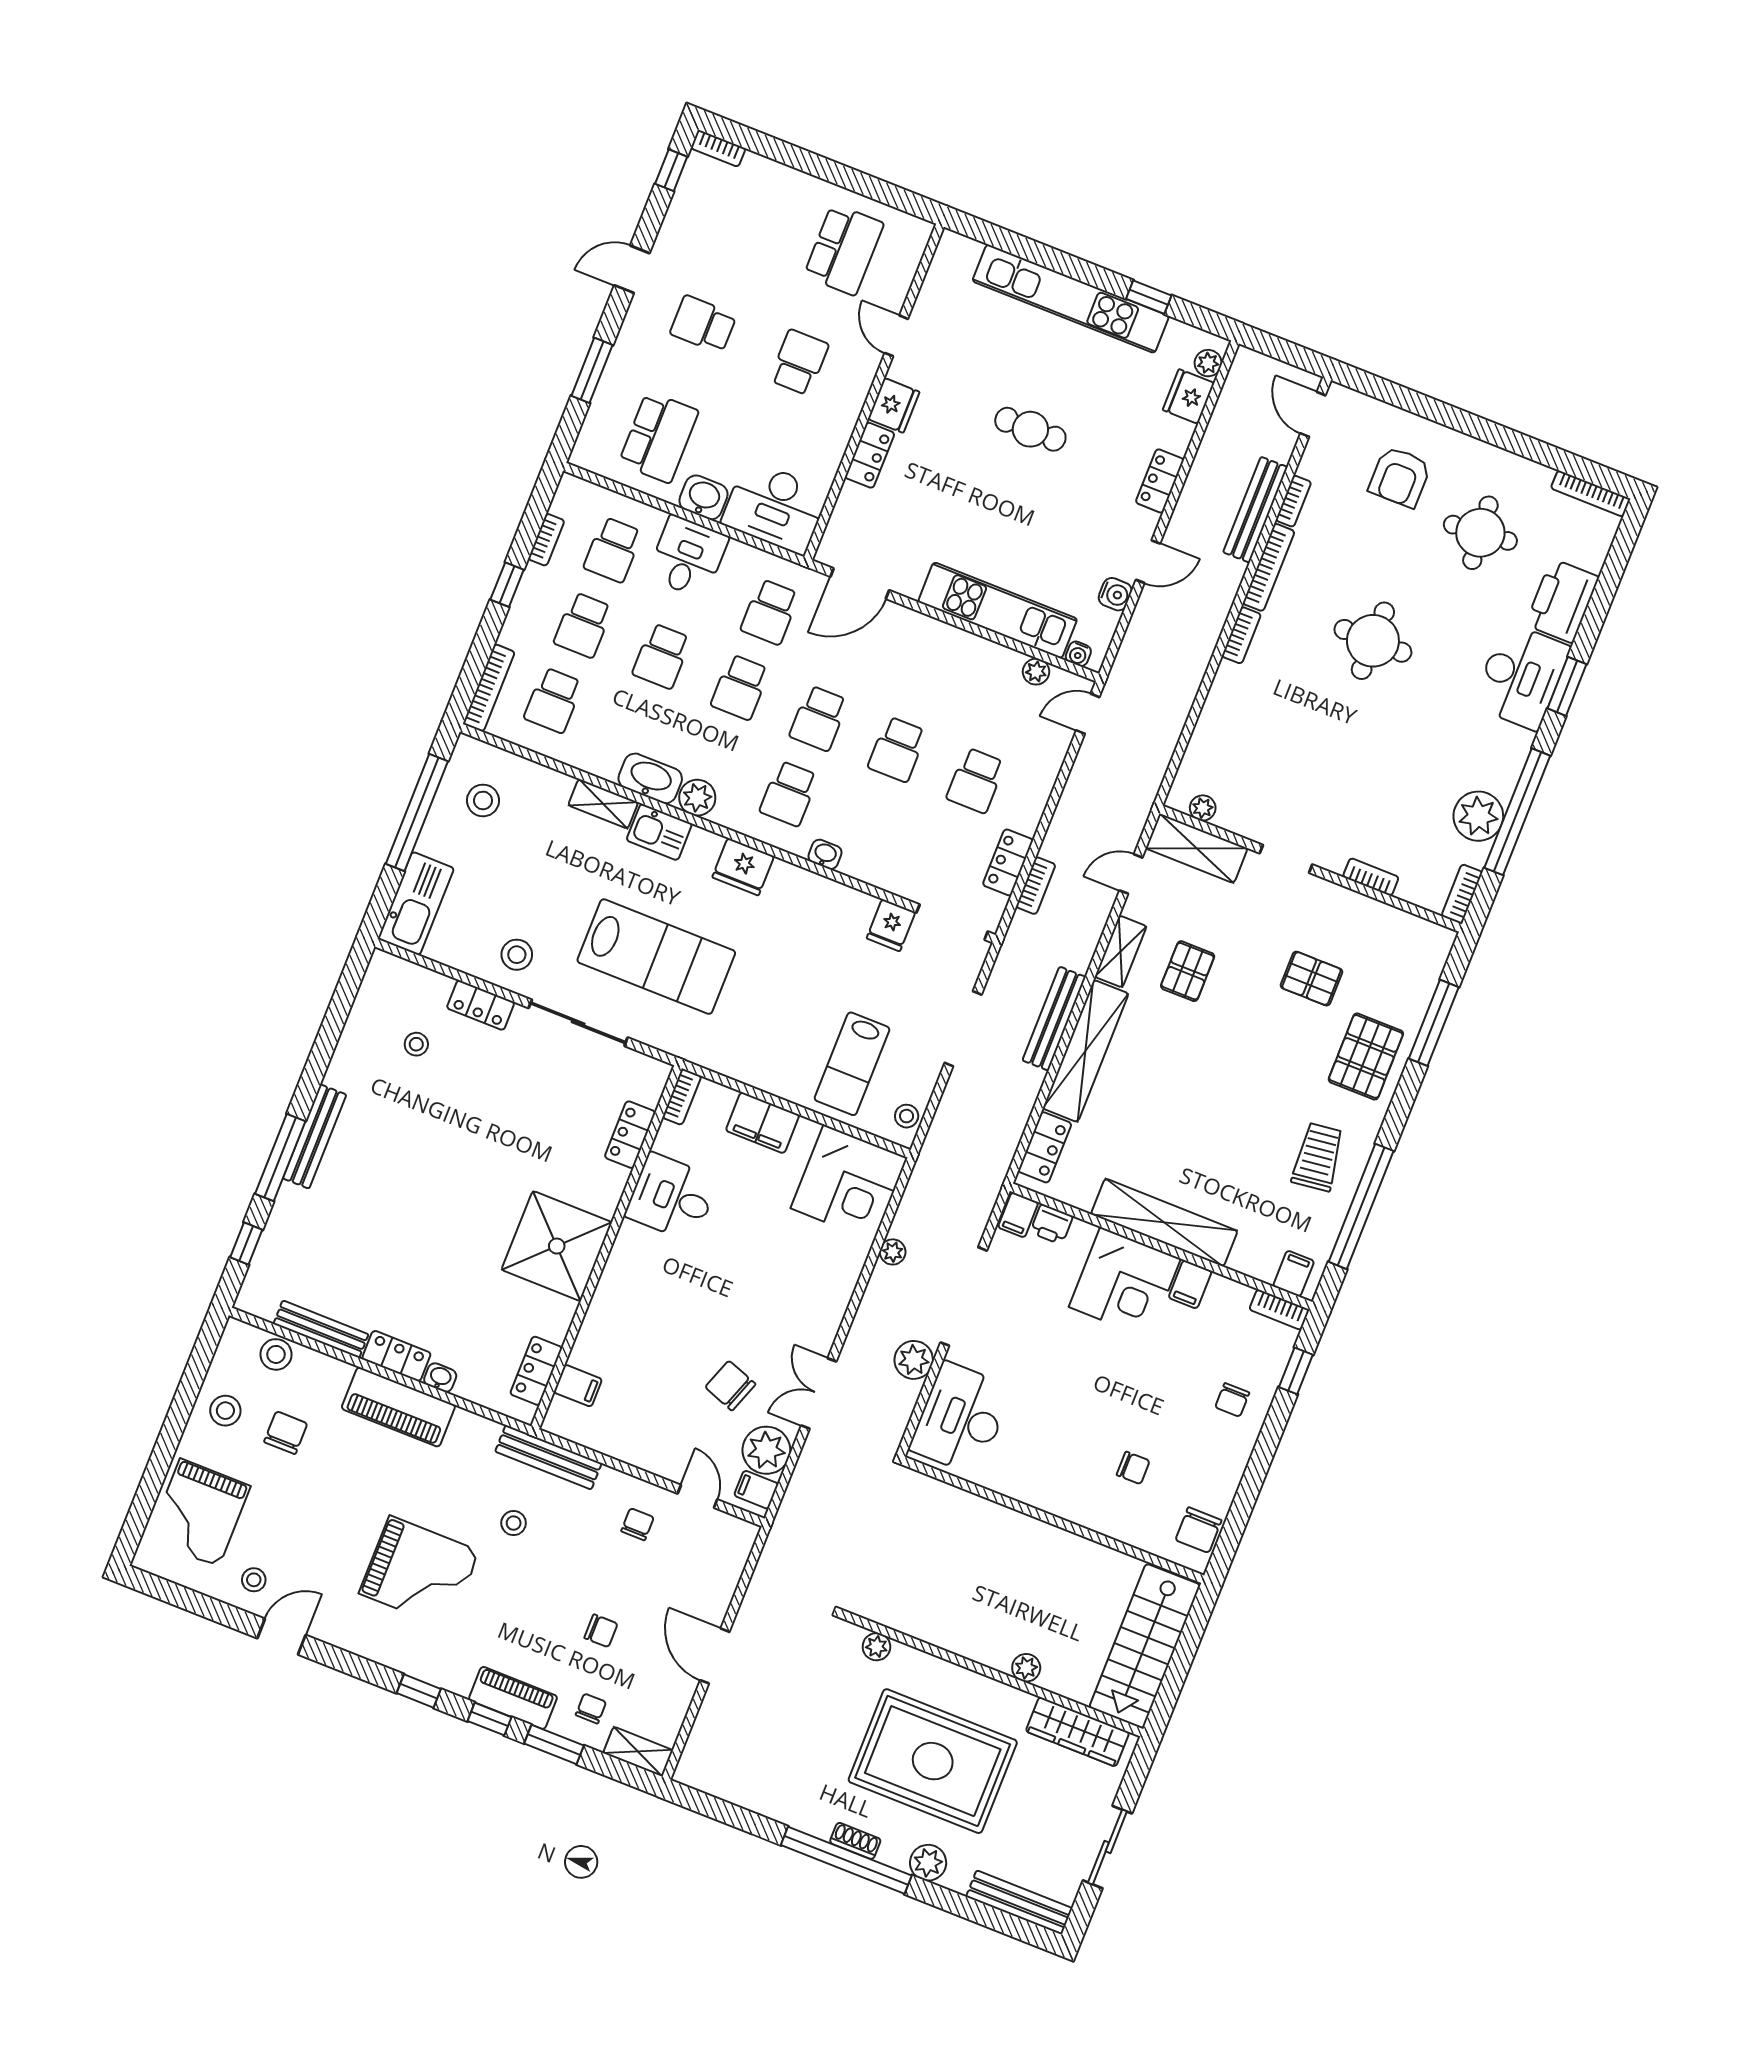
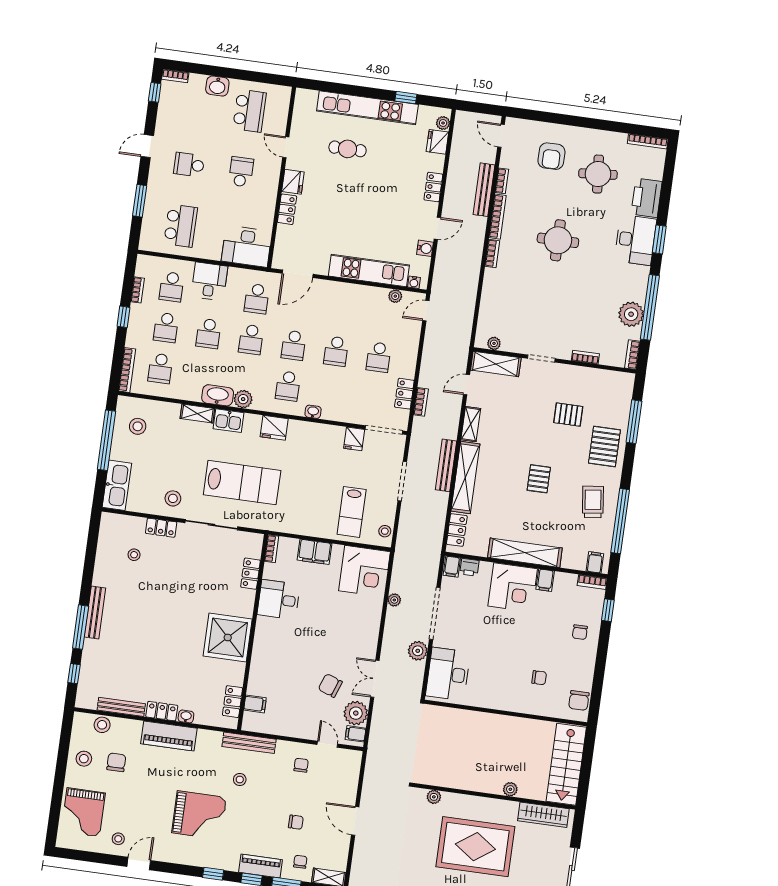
cafe table: (1030, 429) -> (348, 149), moved
washbasin: (703, 497) -> (217, 86), moved, turned 180
pallet: (1188, 971) -> (539, 479), moved

